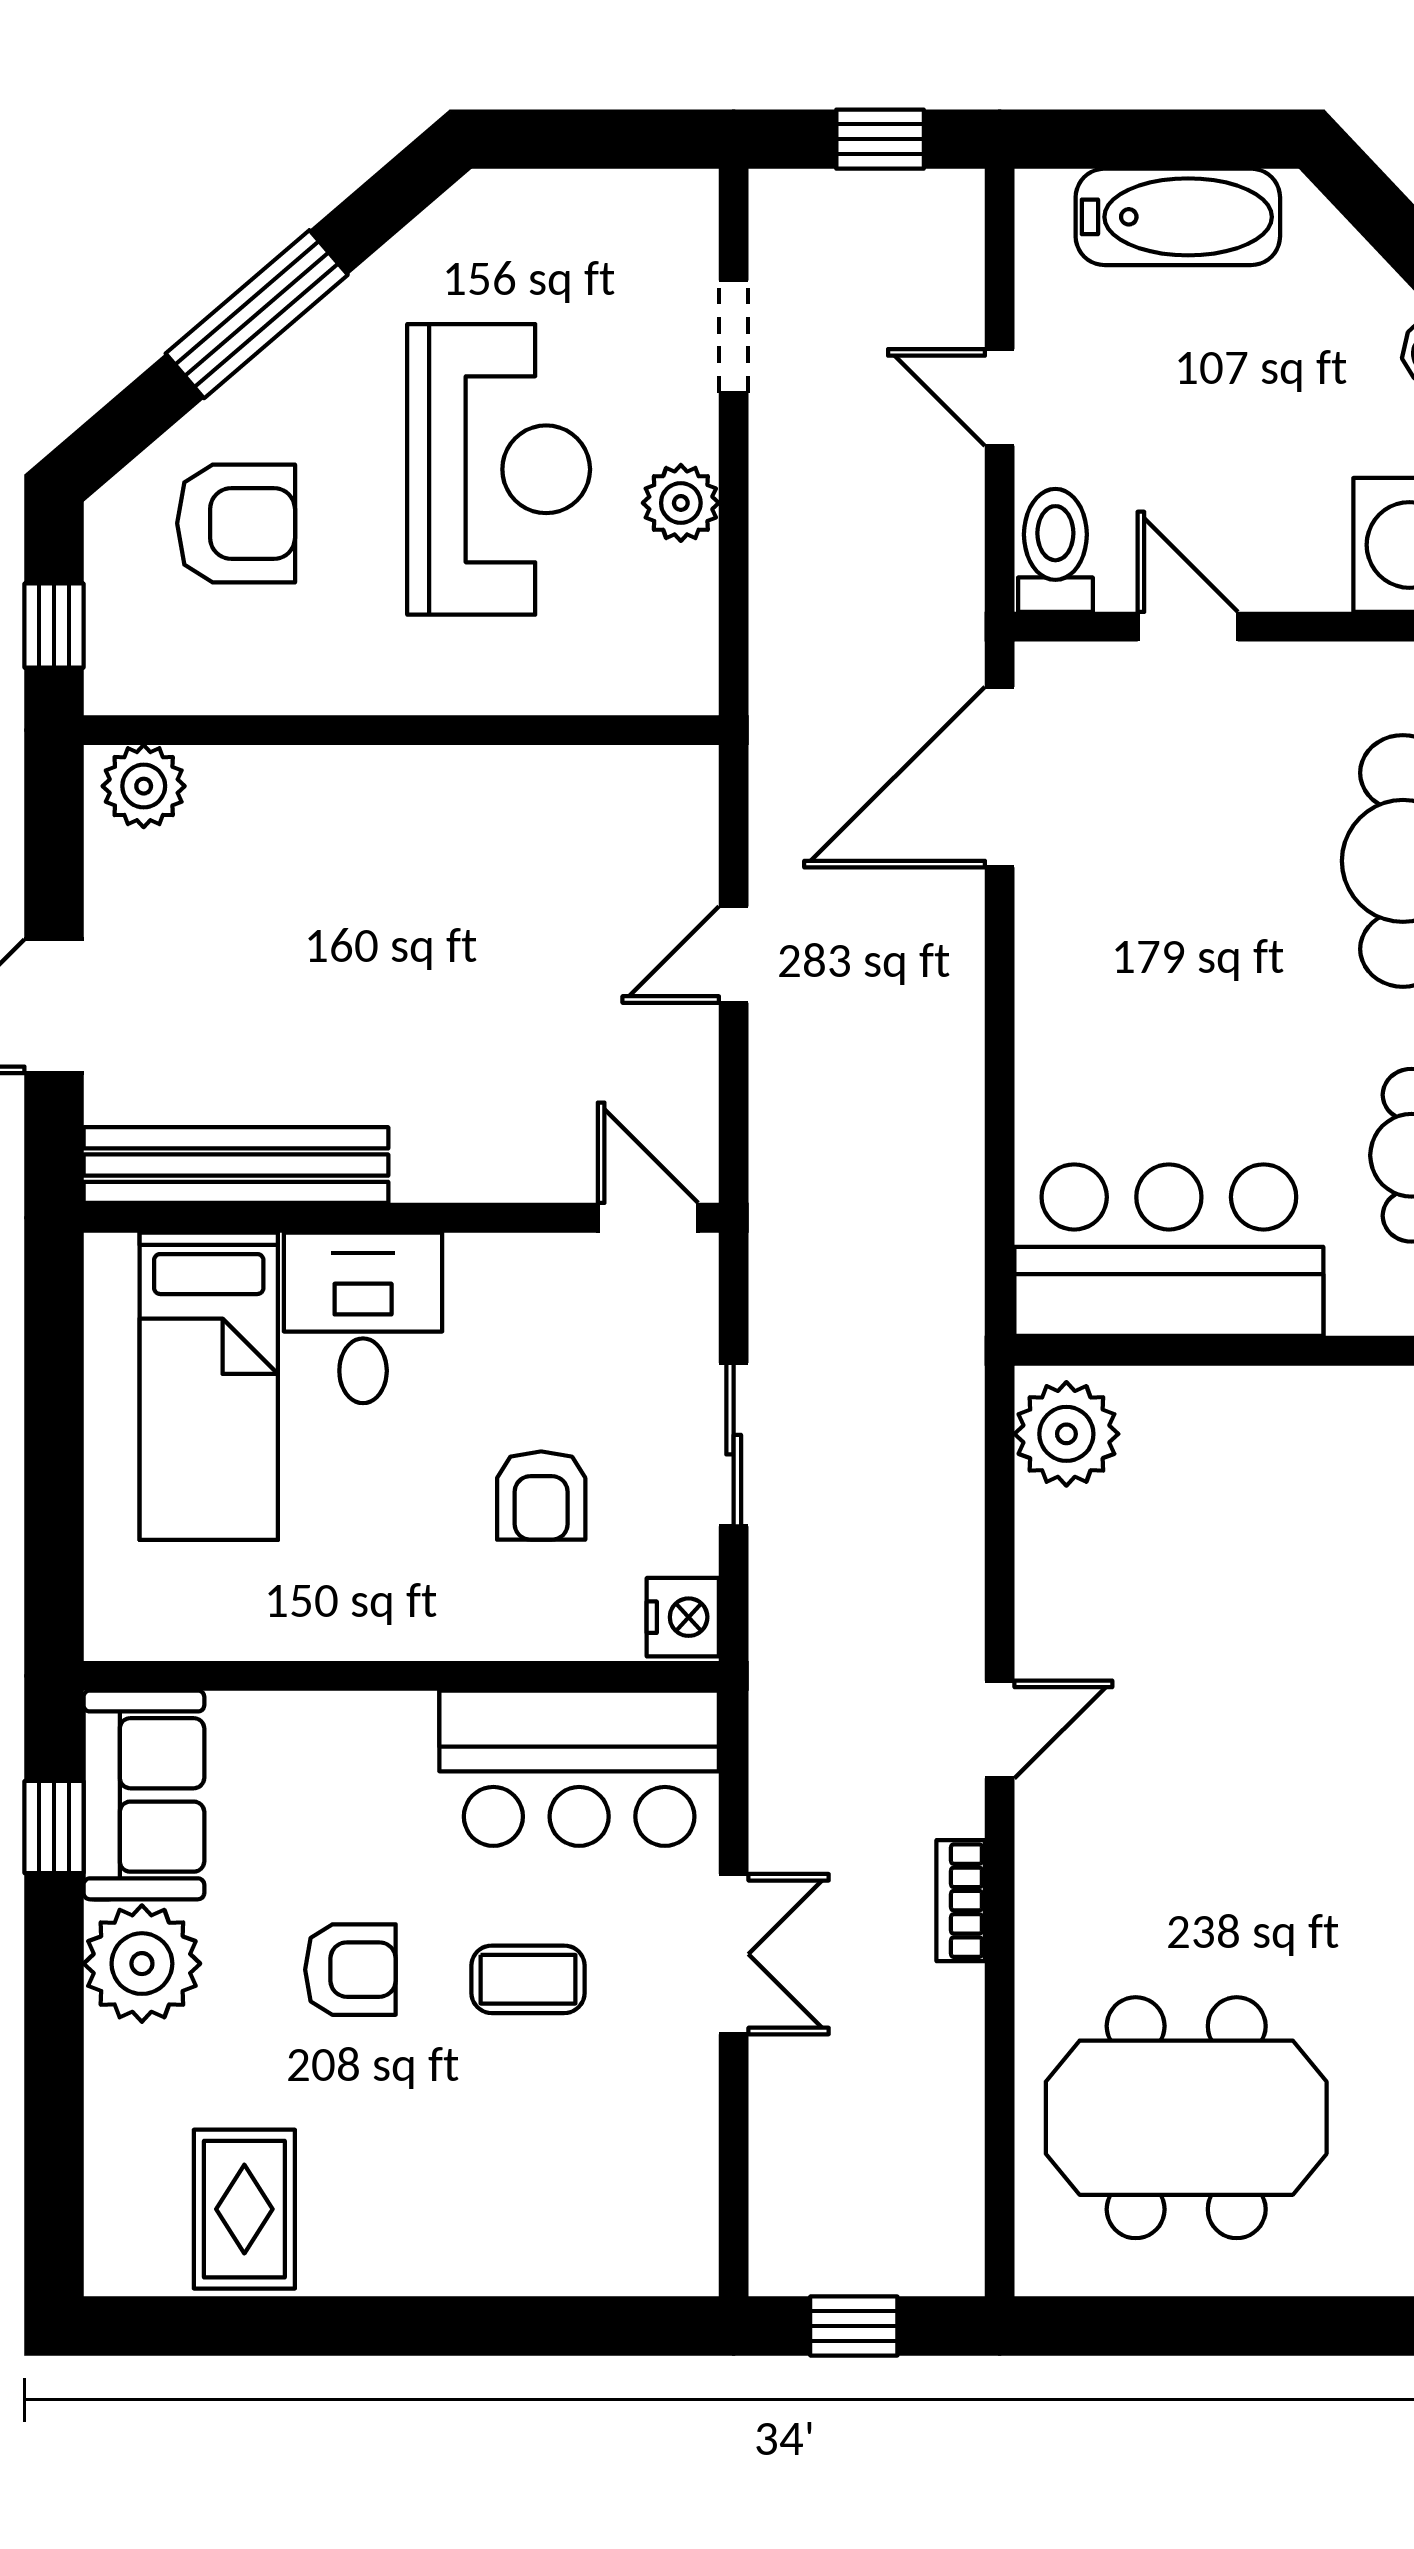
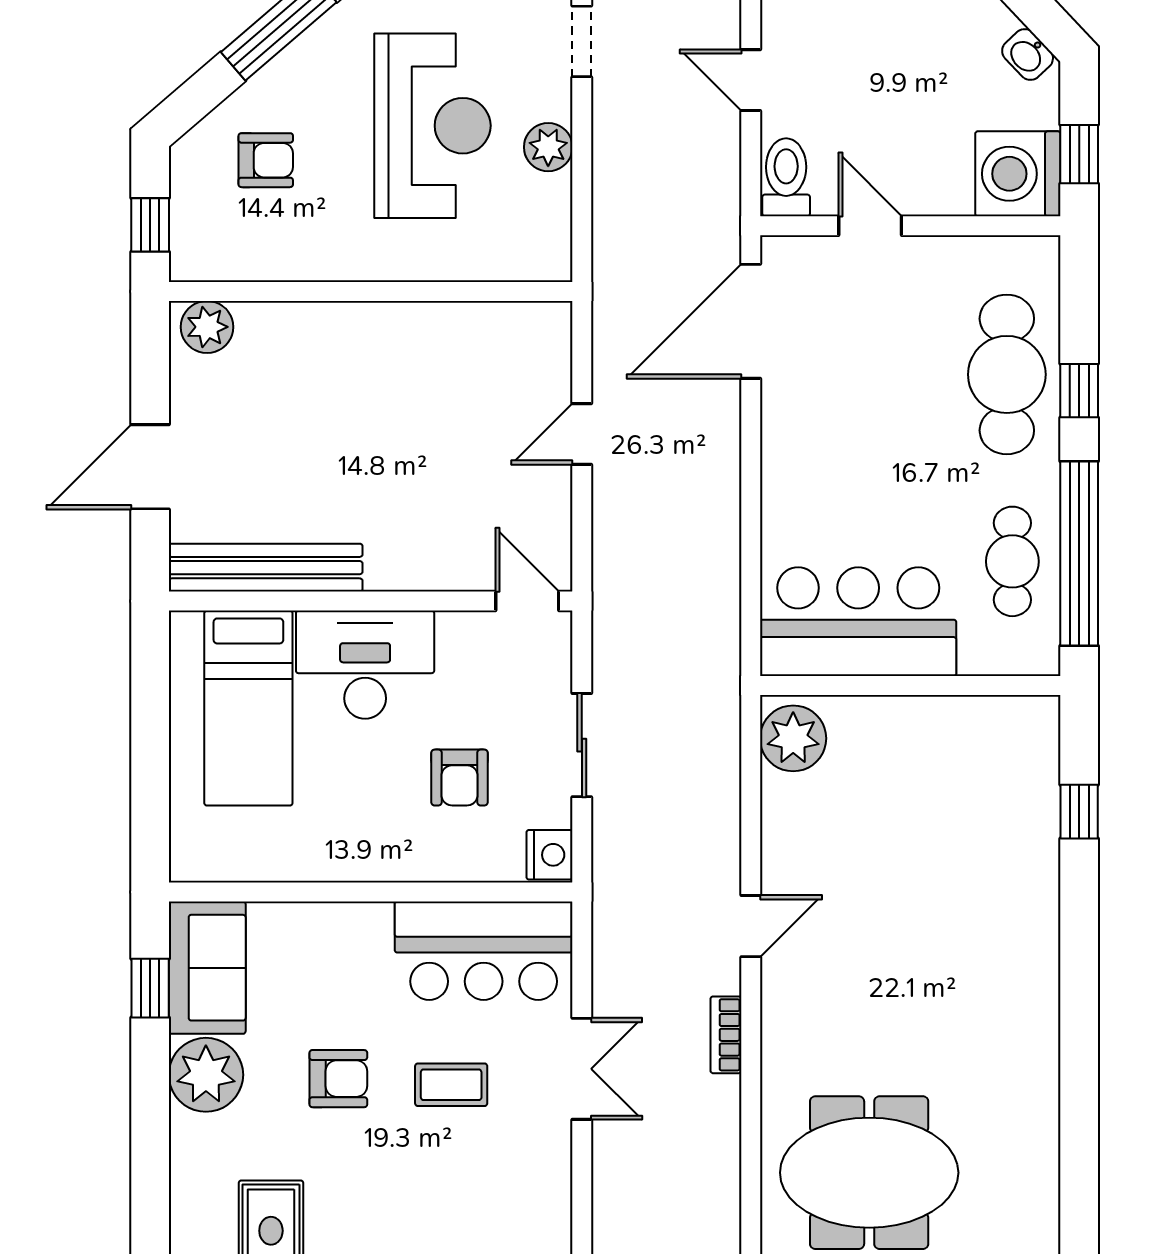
armchair: (236, 523) -> (266, 160), width x0.72, depth x0.72
desk: (363, 1318) -> (365, 665), width x1.37

